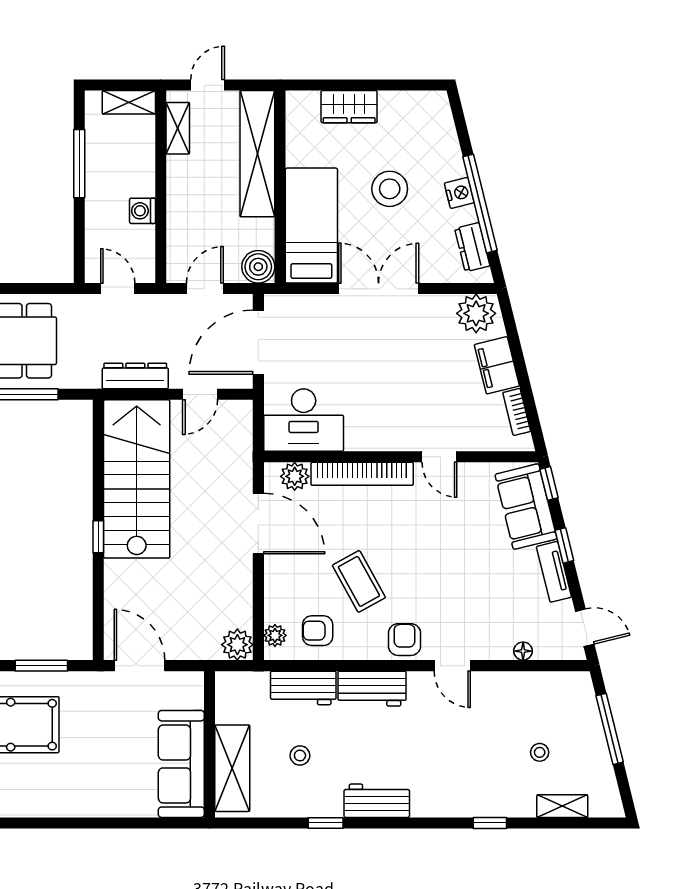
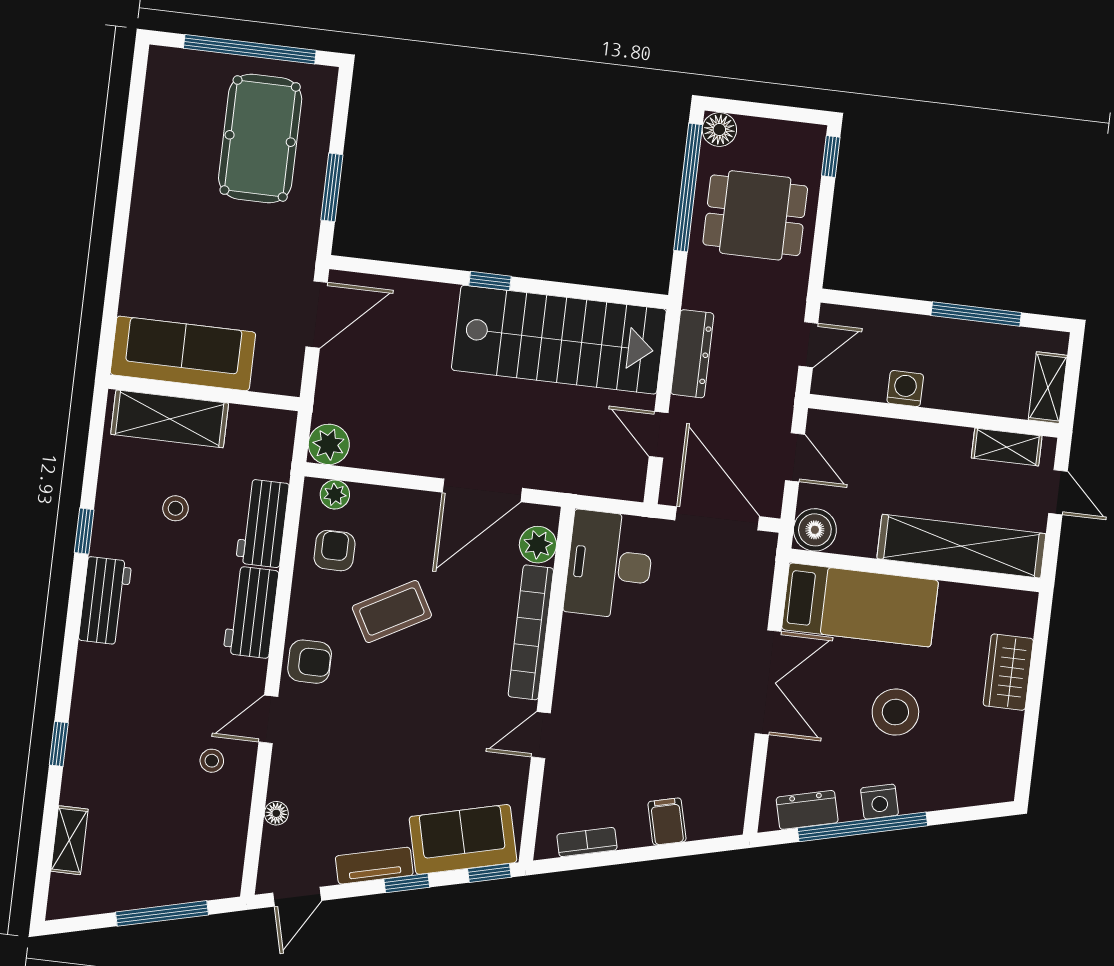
plant: (476, 313) -> (721, 805), removed
filing cabinet: (497, 365) -> (667, 821), width x0.50
stool: (540, 752) -> (212, 761), moved

